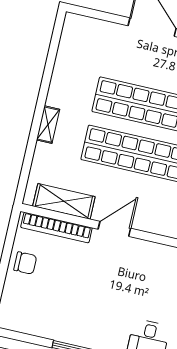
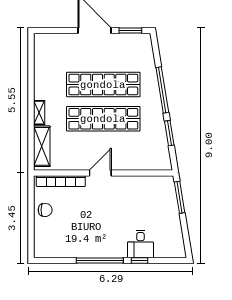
shelving: (64, 201) -> (42, 146), moved, turned 90

